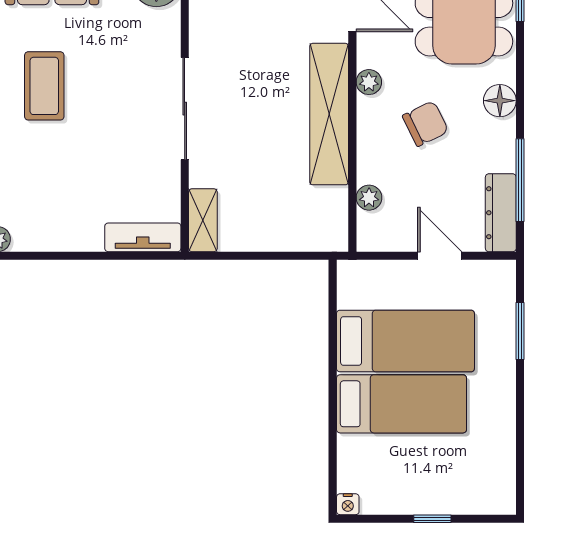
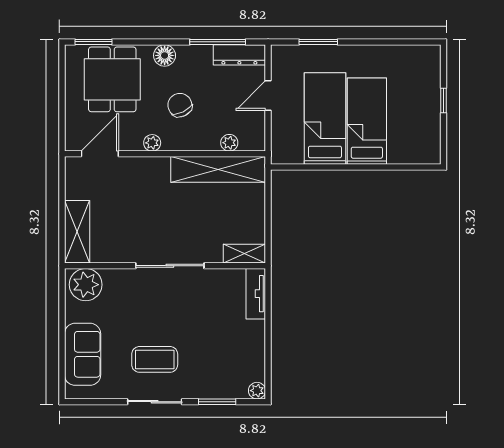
shelving: (329, 114) -> (218, 169), moved
nightstand: (348, 504) -> (434, 157), removed

